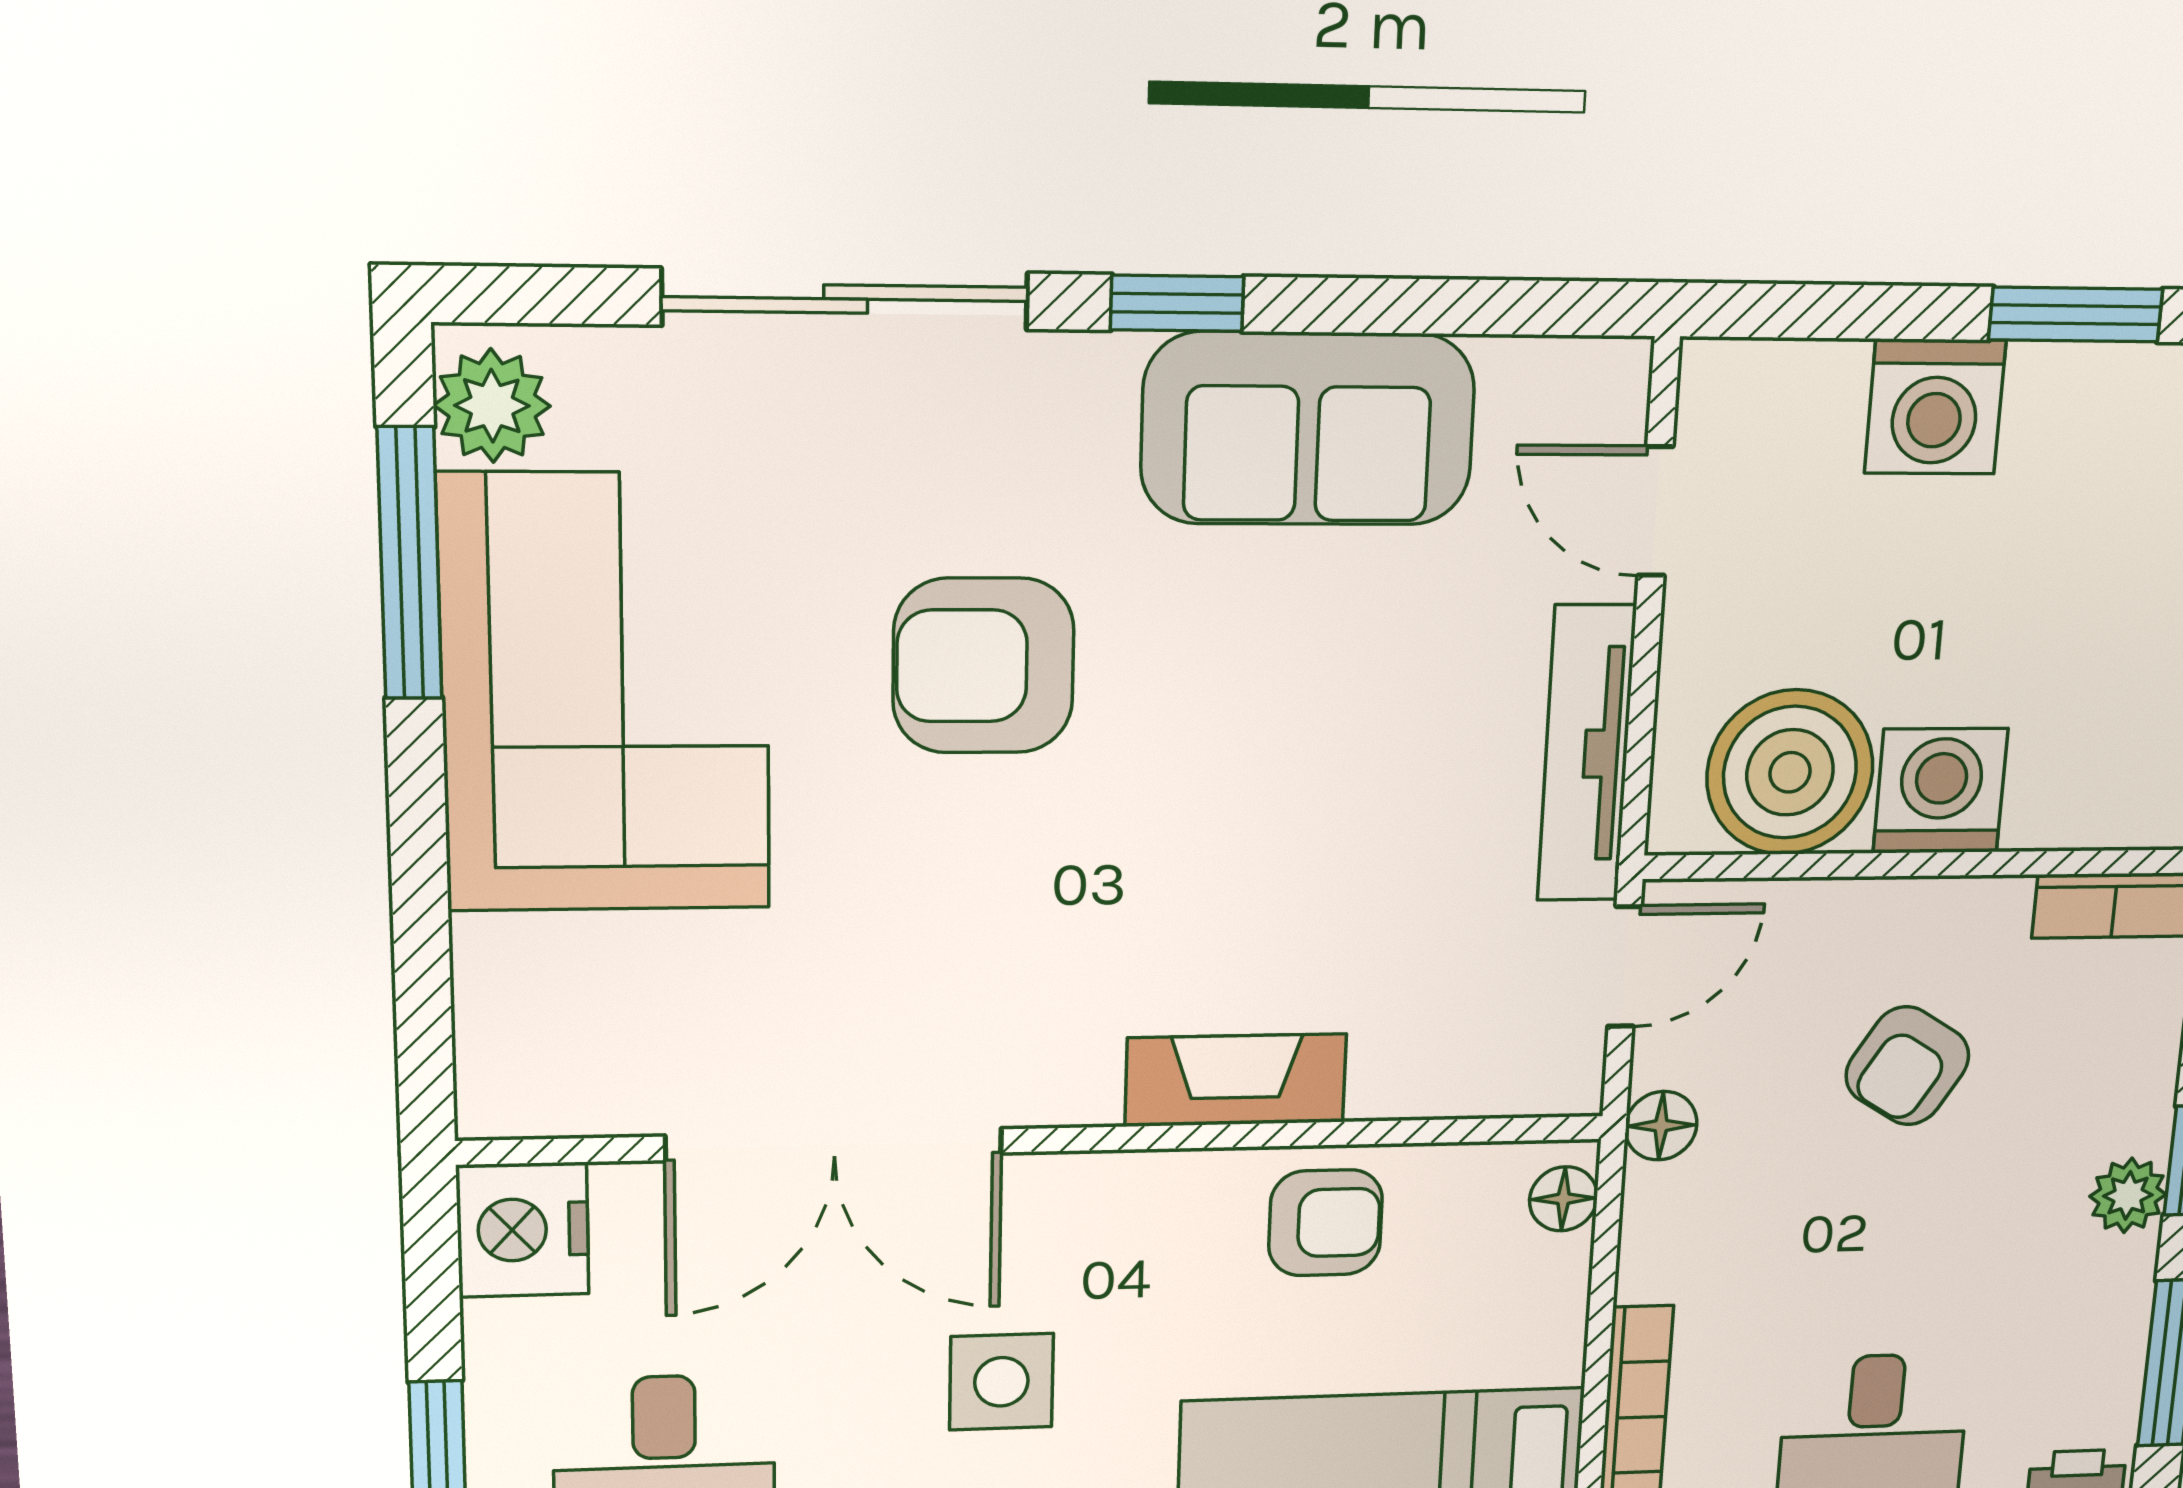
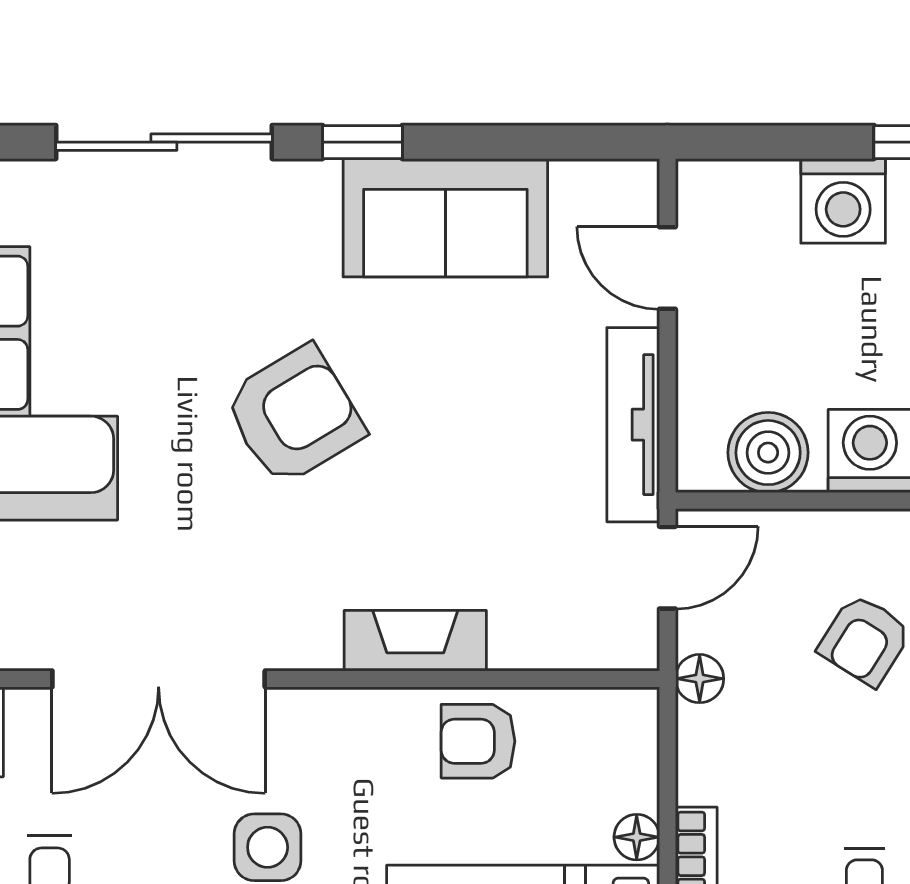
armchair: (983, 666) -> (294, 415), moved, turned 149
boiler: (1790, 772) -> (768, 453), width x0.73, depth x0.73
floor lamp: (1563, 1199) -> (637, 837), moved
armchair: (1325, 1223) -> (478, 741), turned 180

